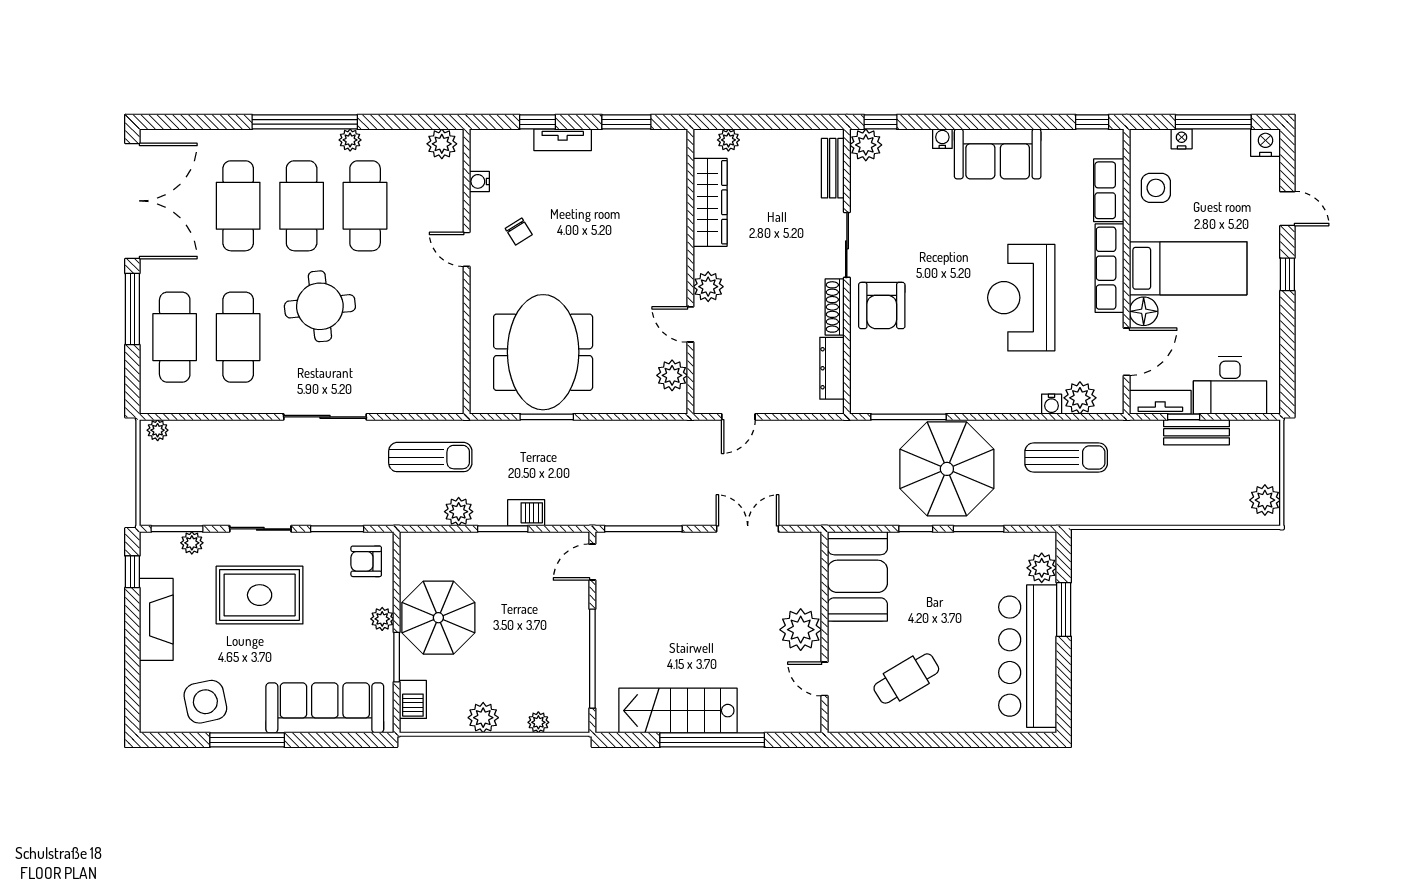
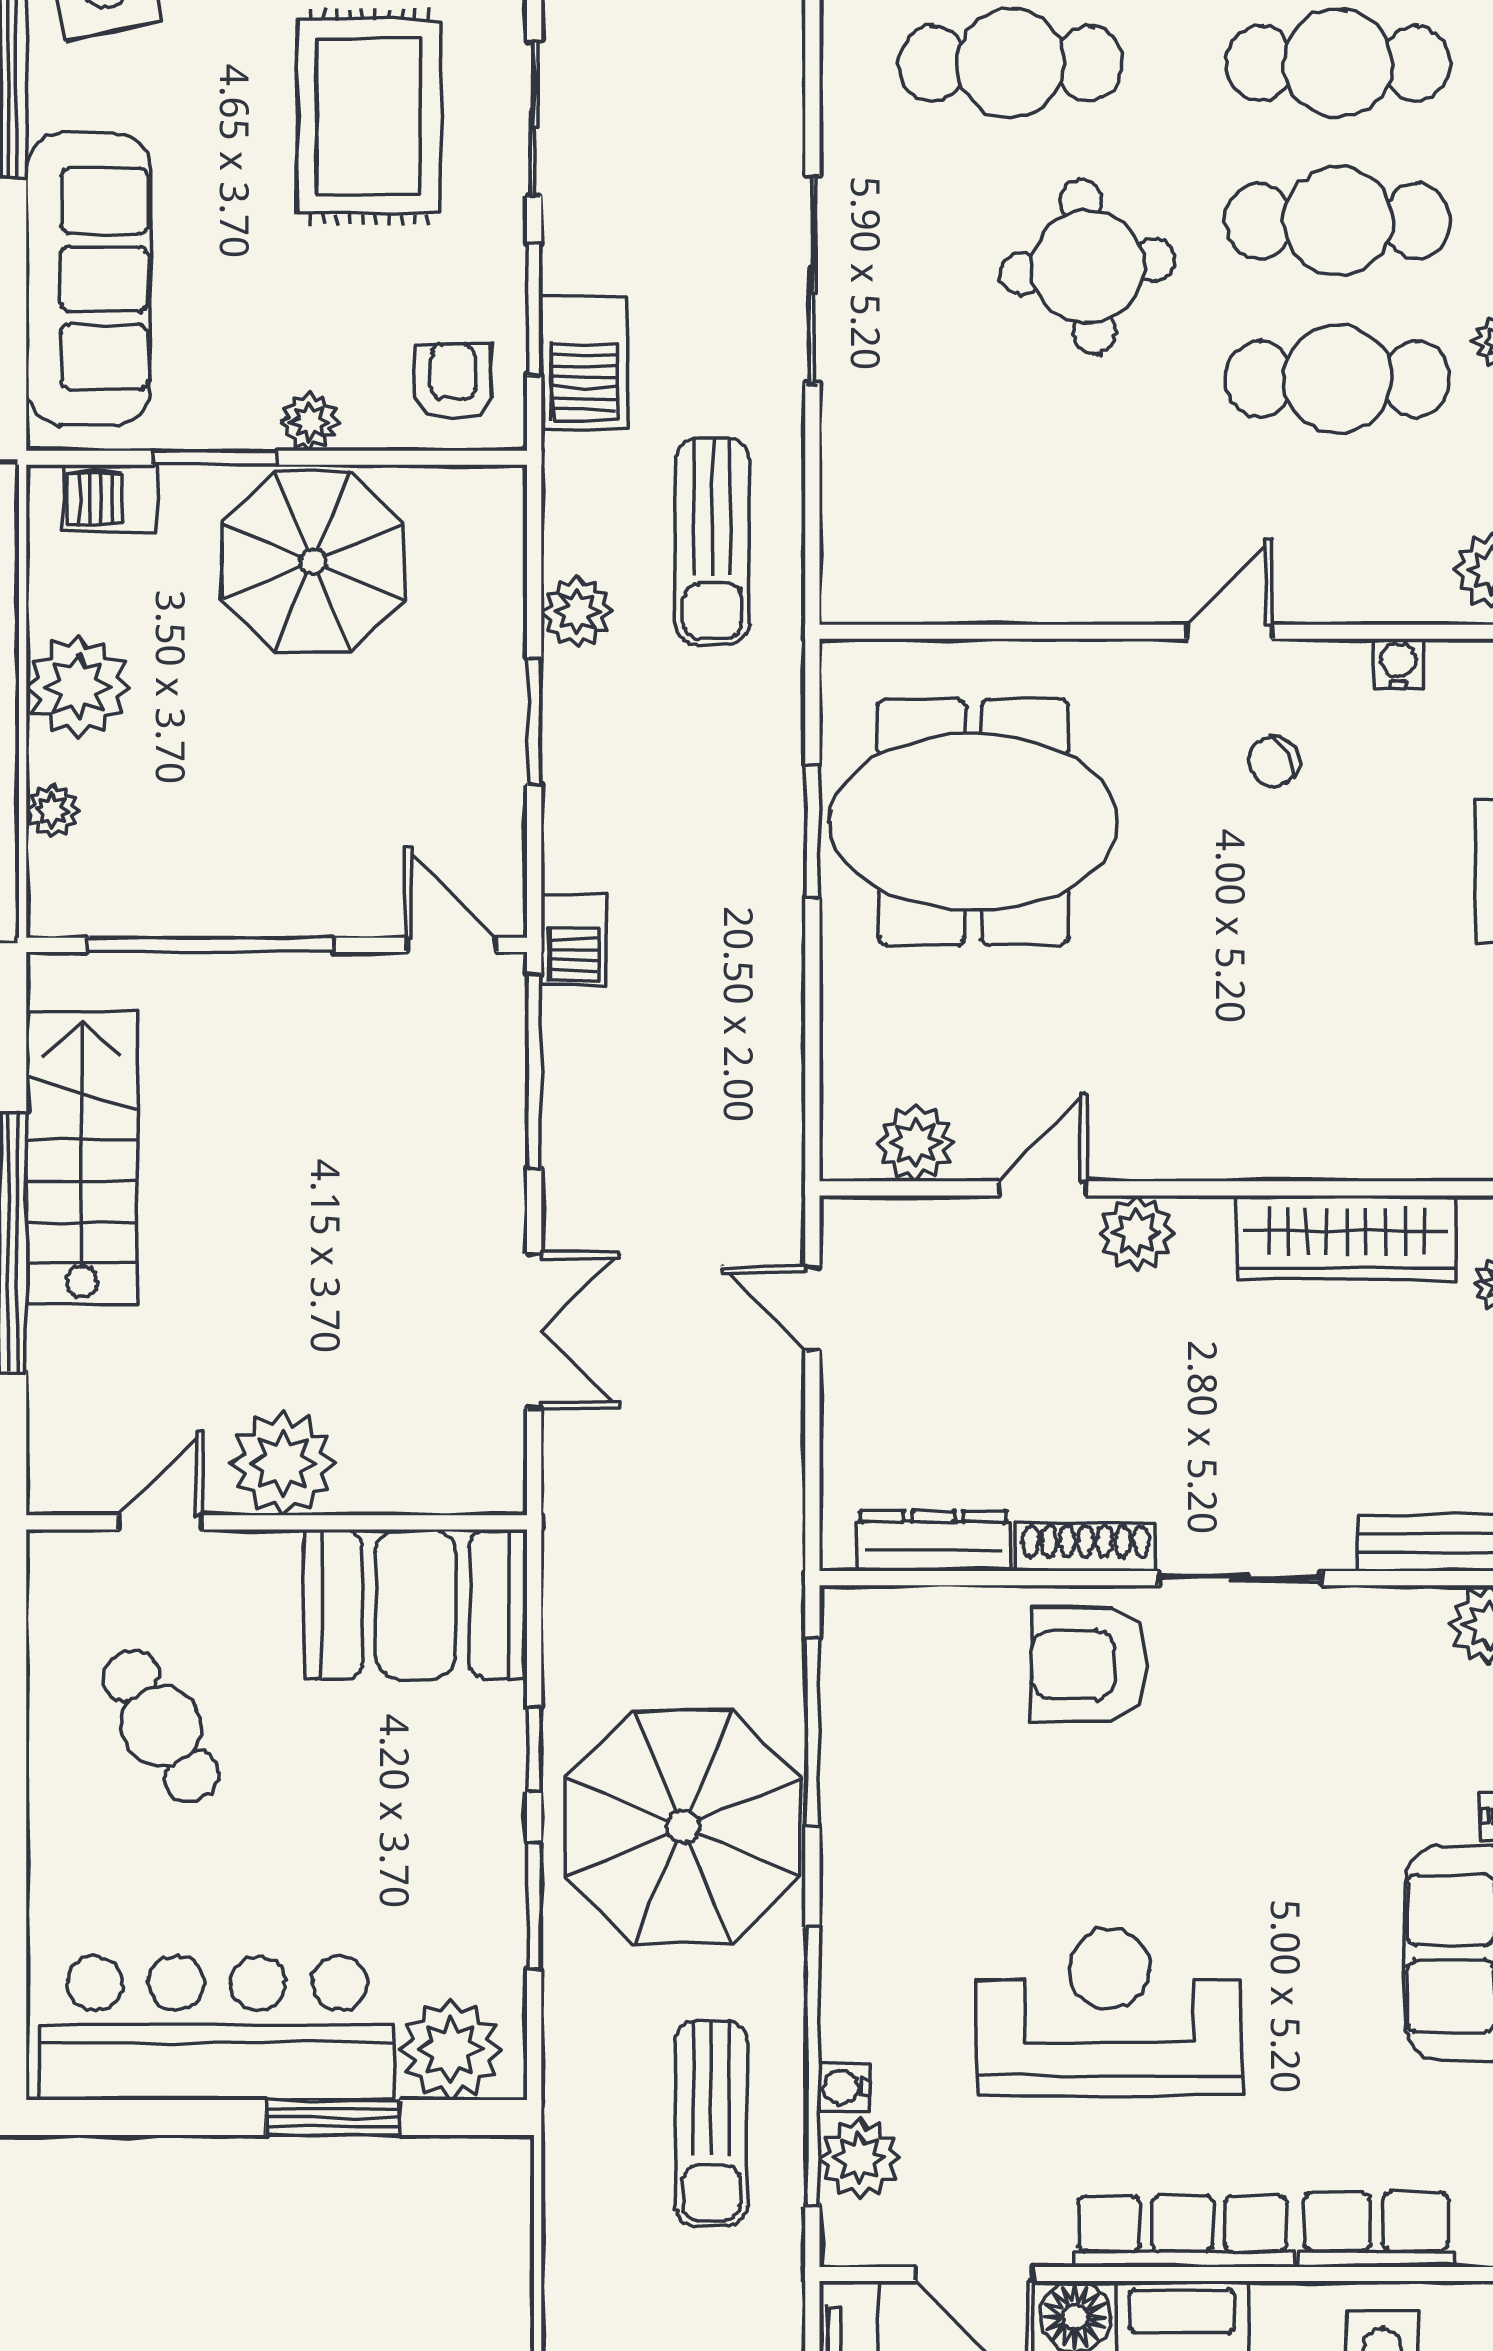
window: (1043, 417) -> (812, 2066), added
barbecue: (358, 509) -> (584, 363), added
barbecue: (526, 513) -> (574, 941), moved
plant: (1042, 568) -> (450, 2049), width x1.36, depth x1.36
plant: (483, 718) -> (78, 687), width x1.36, depth x1.36

